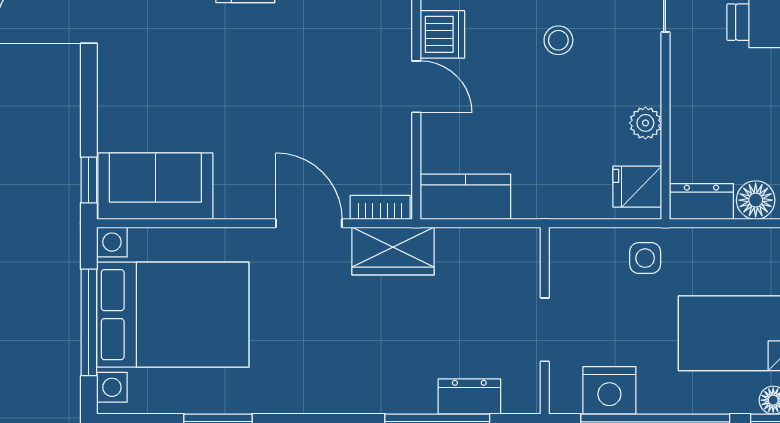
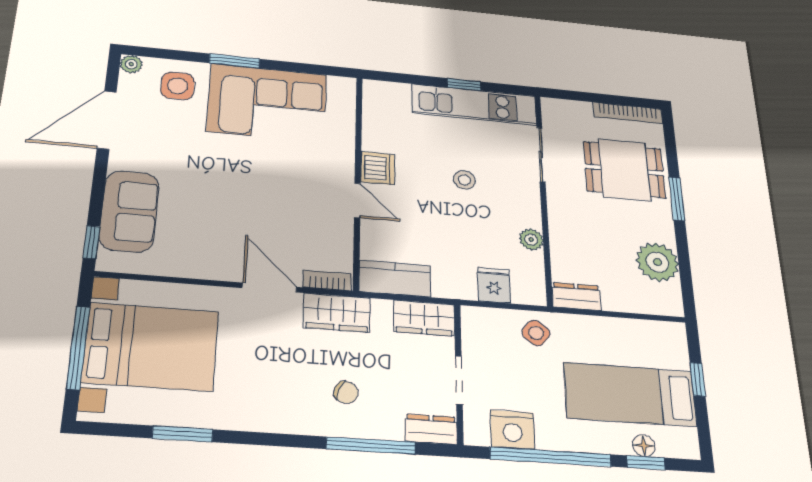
sofa: (155, 186) -> (129, 211), moved, turned 90
fridge: (637, 187) -> (494, 285), moved, turned 90
floor lamp: (756, 200) -> (617, 299), removed
wardrobe: (502, 249) -> (424, 318), added
side table: (645, 258) -> (536, 333), turned 38
chair: (407, 356) -> (346, 392), added
dresser: (469, 397) -> (431, 429), moved

